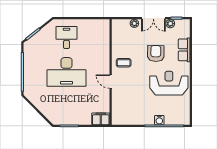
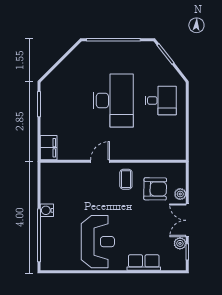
armchair: (156, 53) -> (155, 189), moved
desk: (66, 72) -> (113, 101), turned 180
water cooler: (159, 120) -> (47, 210), moved

